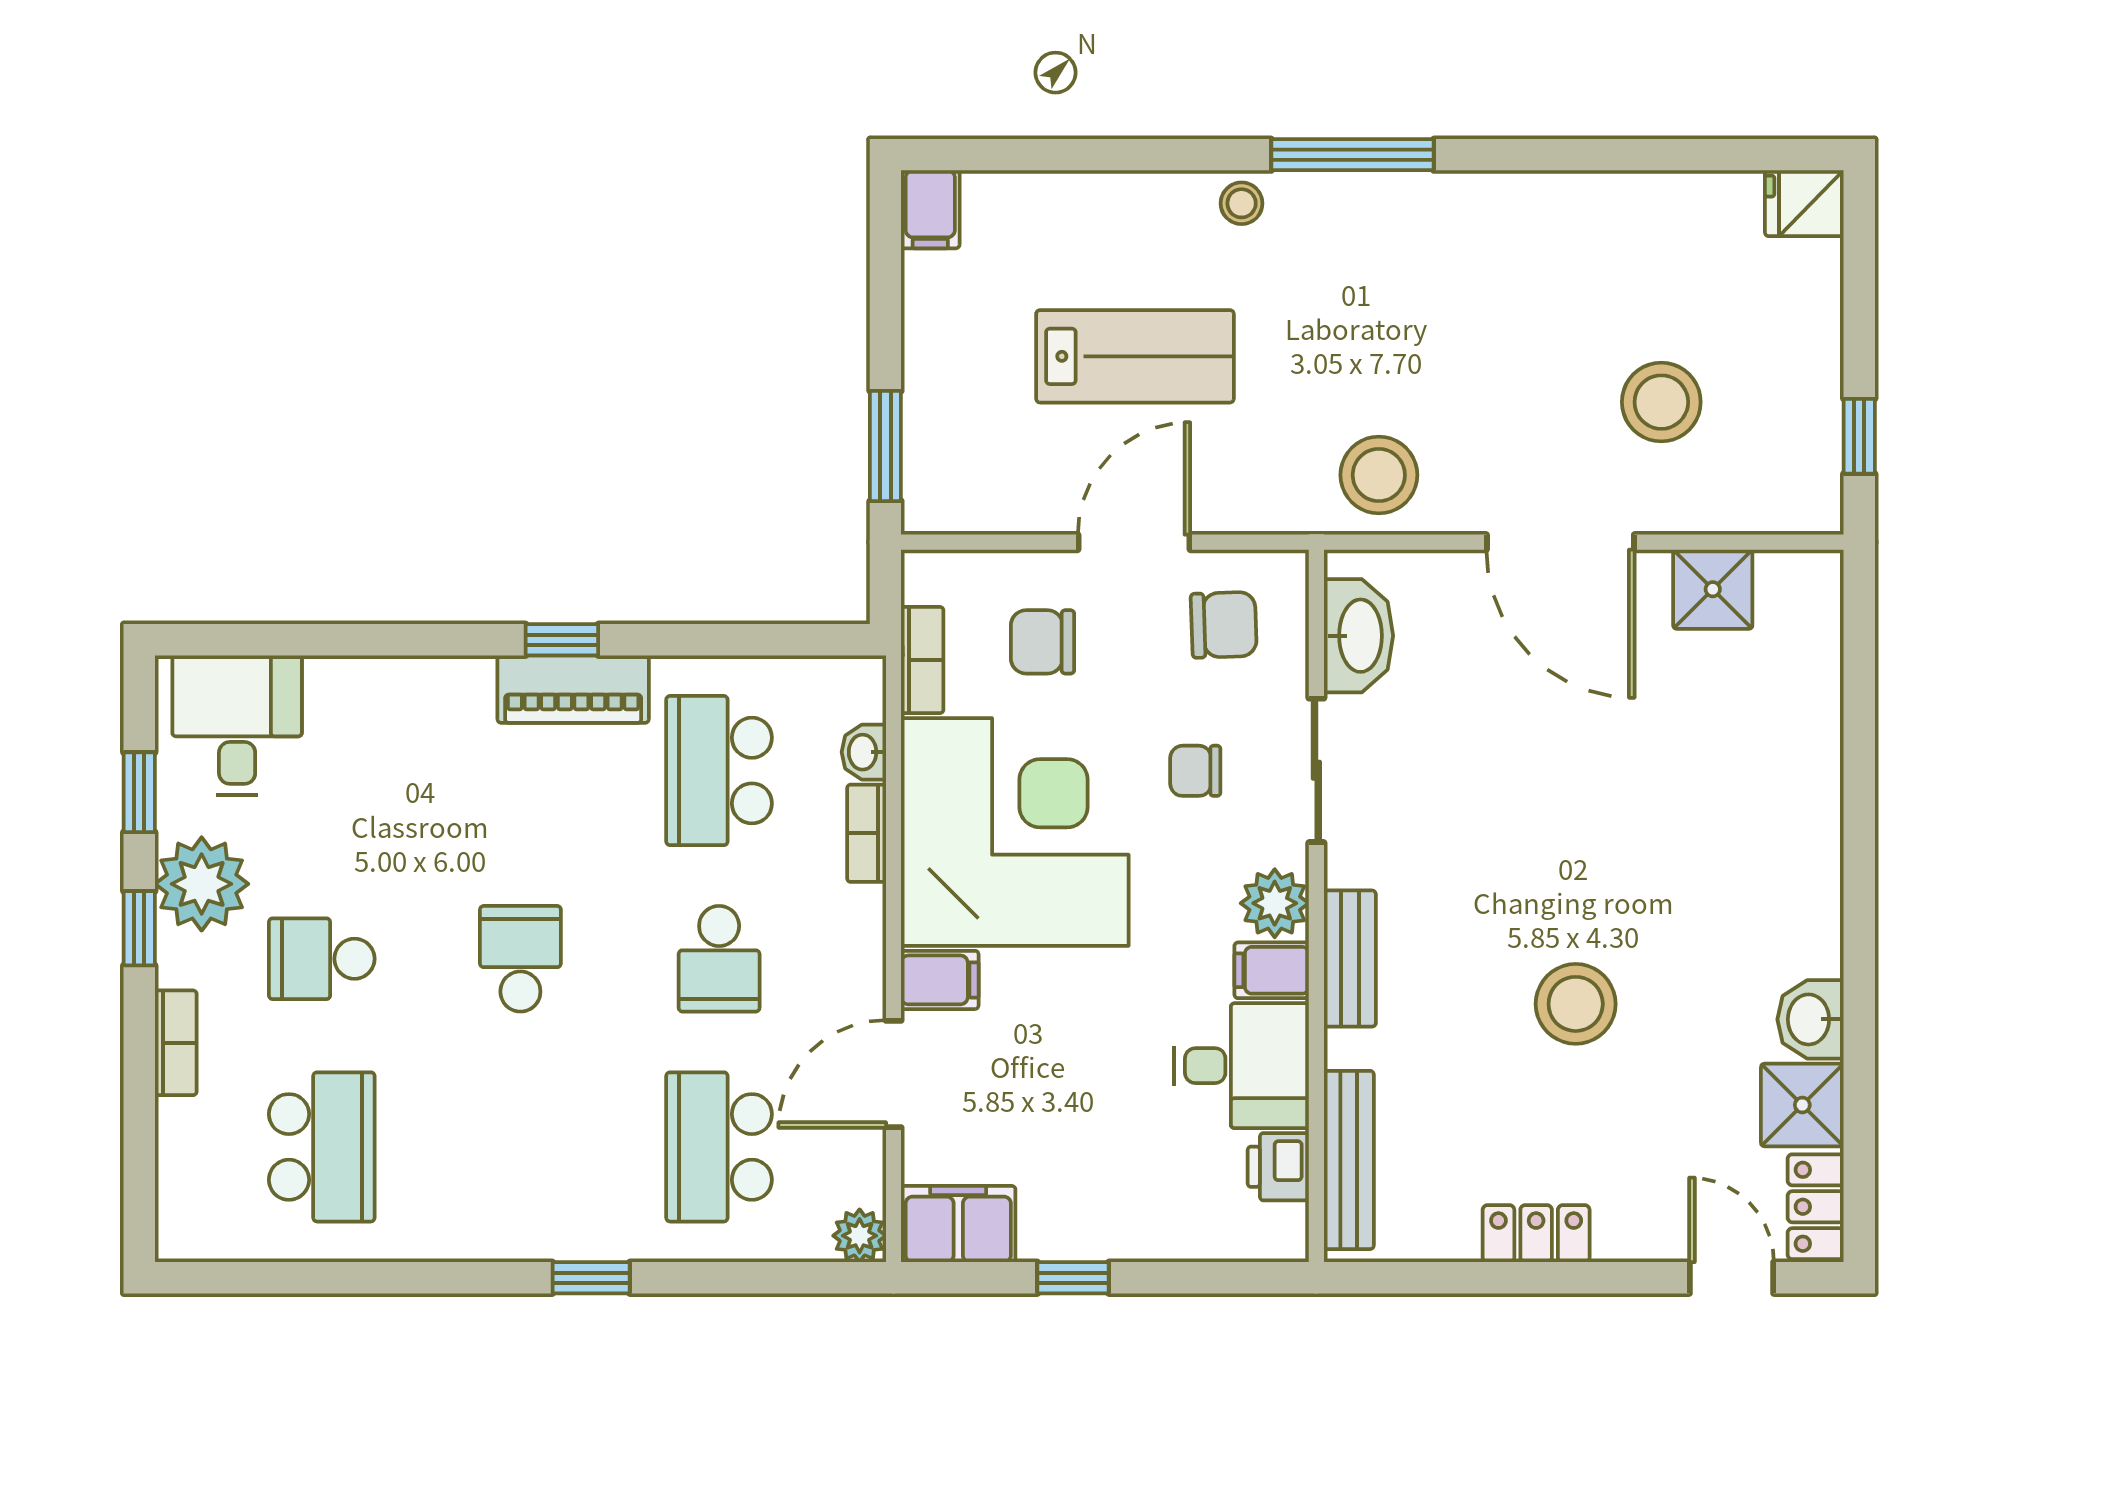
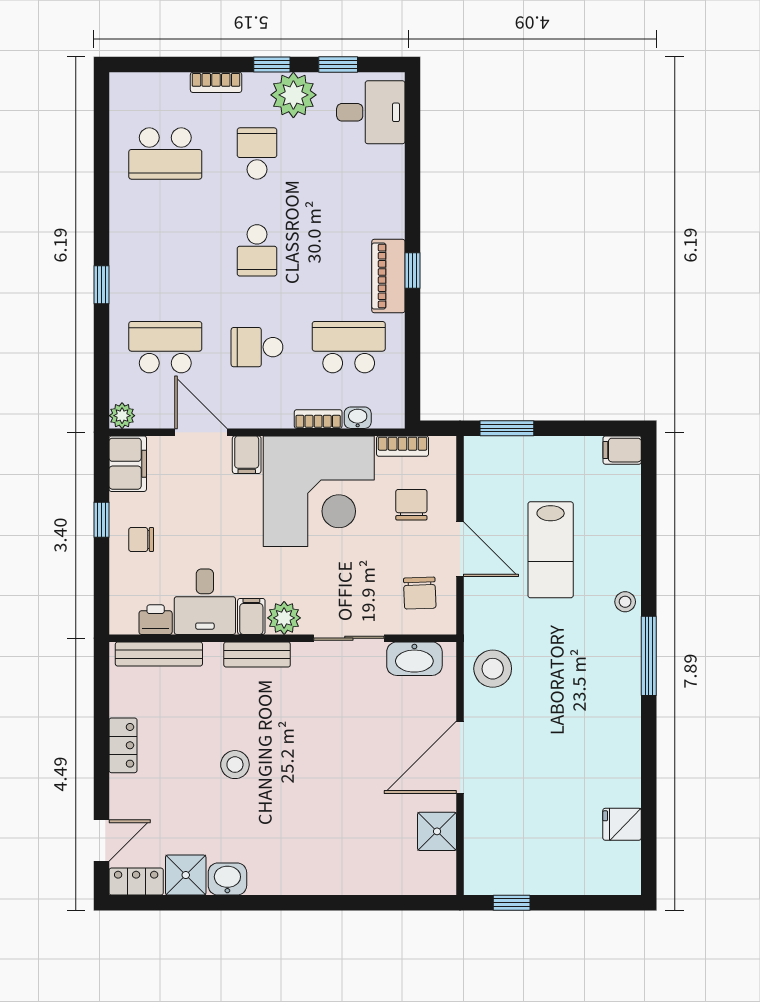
fridge: (1804, 203) -> (622, 824), moved, turned -90
stool: (1661, 402) -> (528, 806), removed
chair: (1195, 771) -> (141, 539), moved, turned -90
school desk: (520, 959) -> (257, 250), turned 90
stool: (1576, 1004) -> (235, 765), width x0.73, depth x0.73

